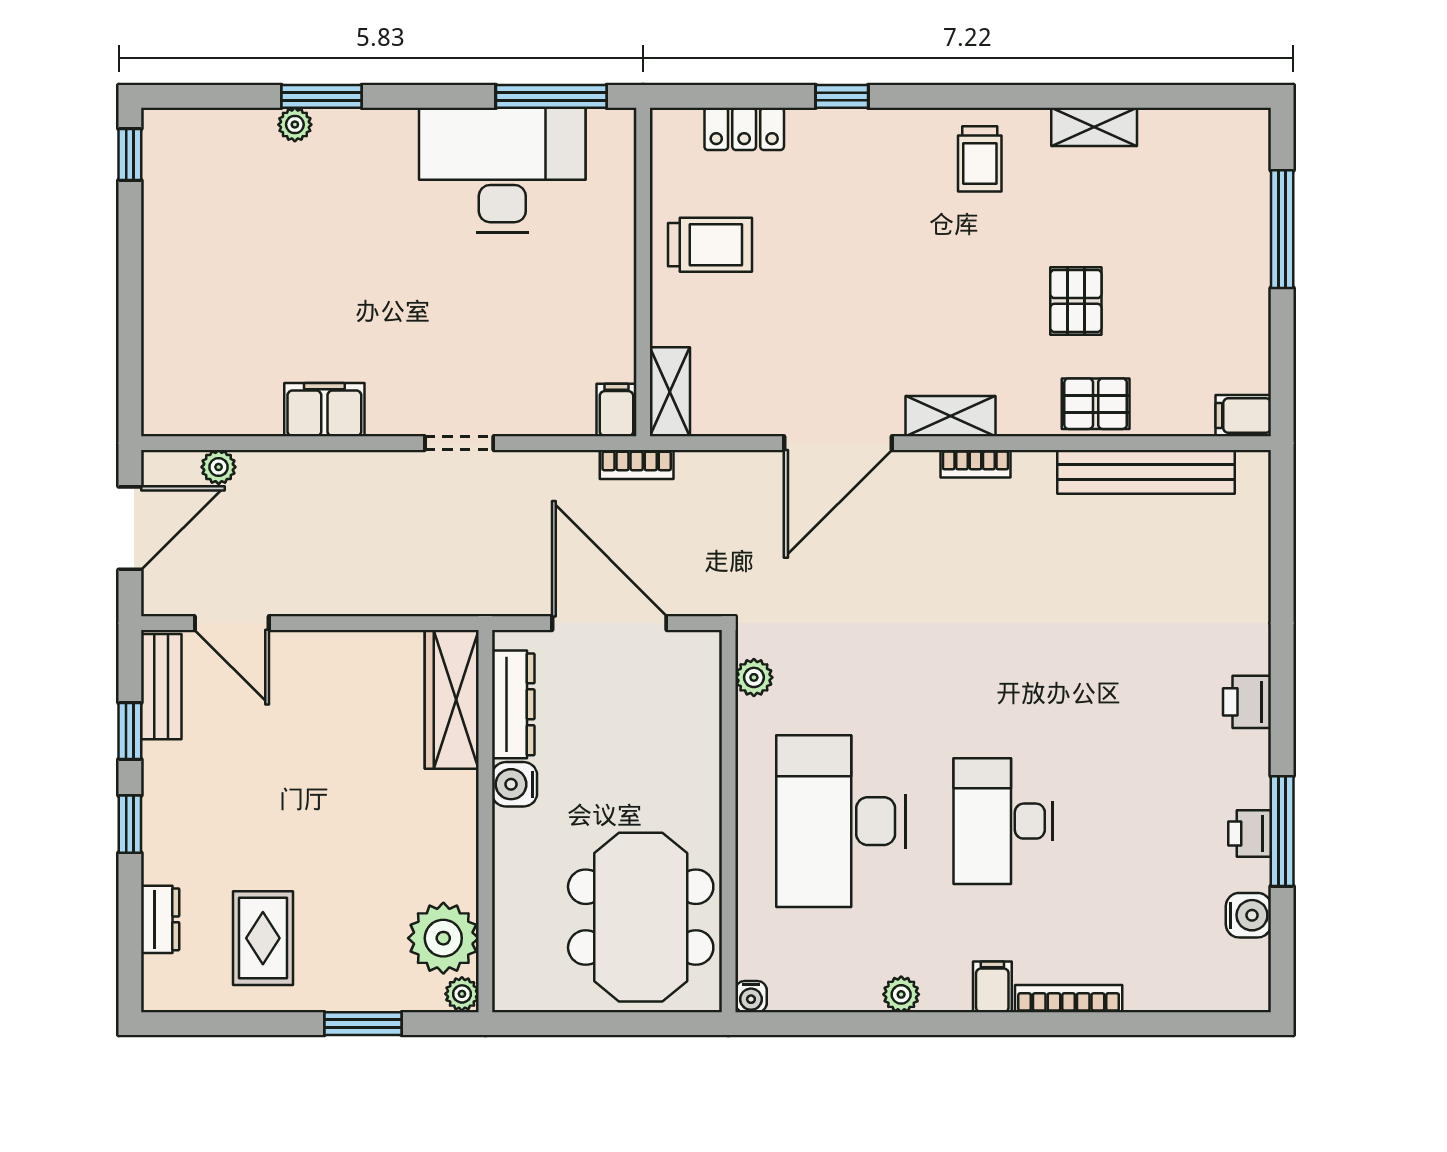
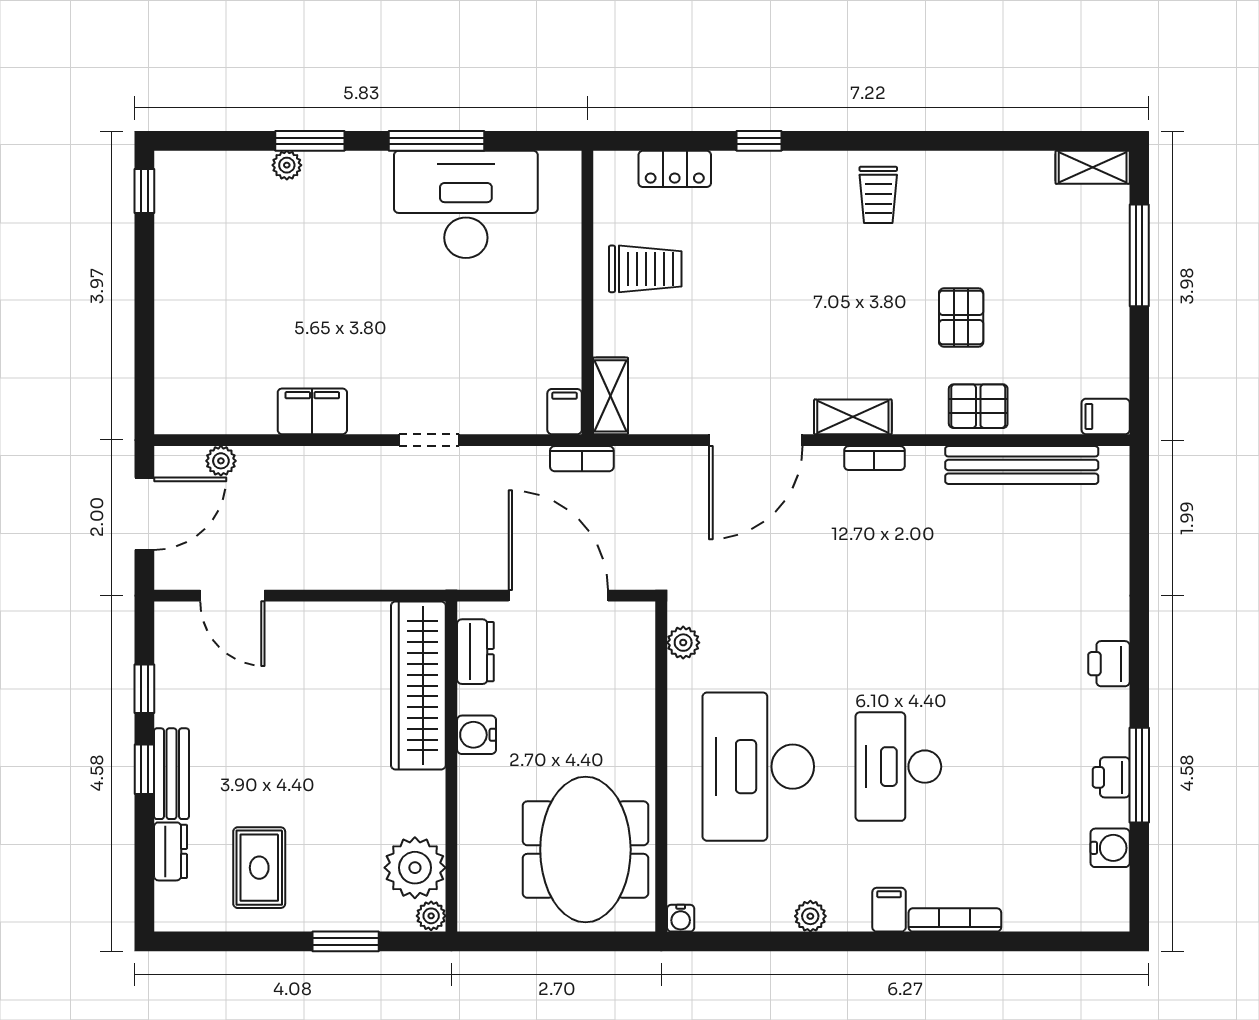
window: (551, 96) -> (436, 141), moved
shelving: (1094, 127) -> (1093, 167), moved
bench: (161, 687) -> (171, 774), moved
wardrobe: (452, 699) -> (418, 686), width x1.40, depth x1.17
dresser: (513, 704) -> (475, 652), width x0.70

